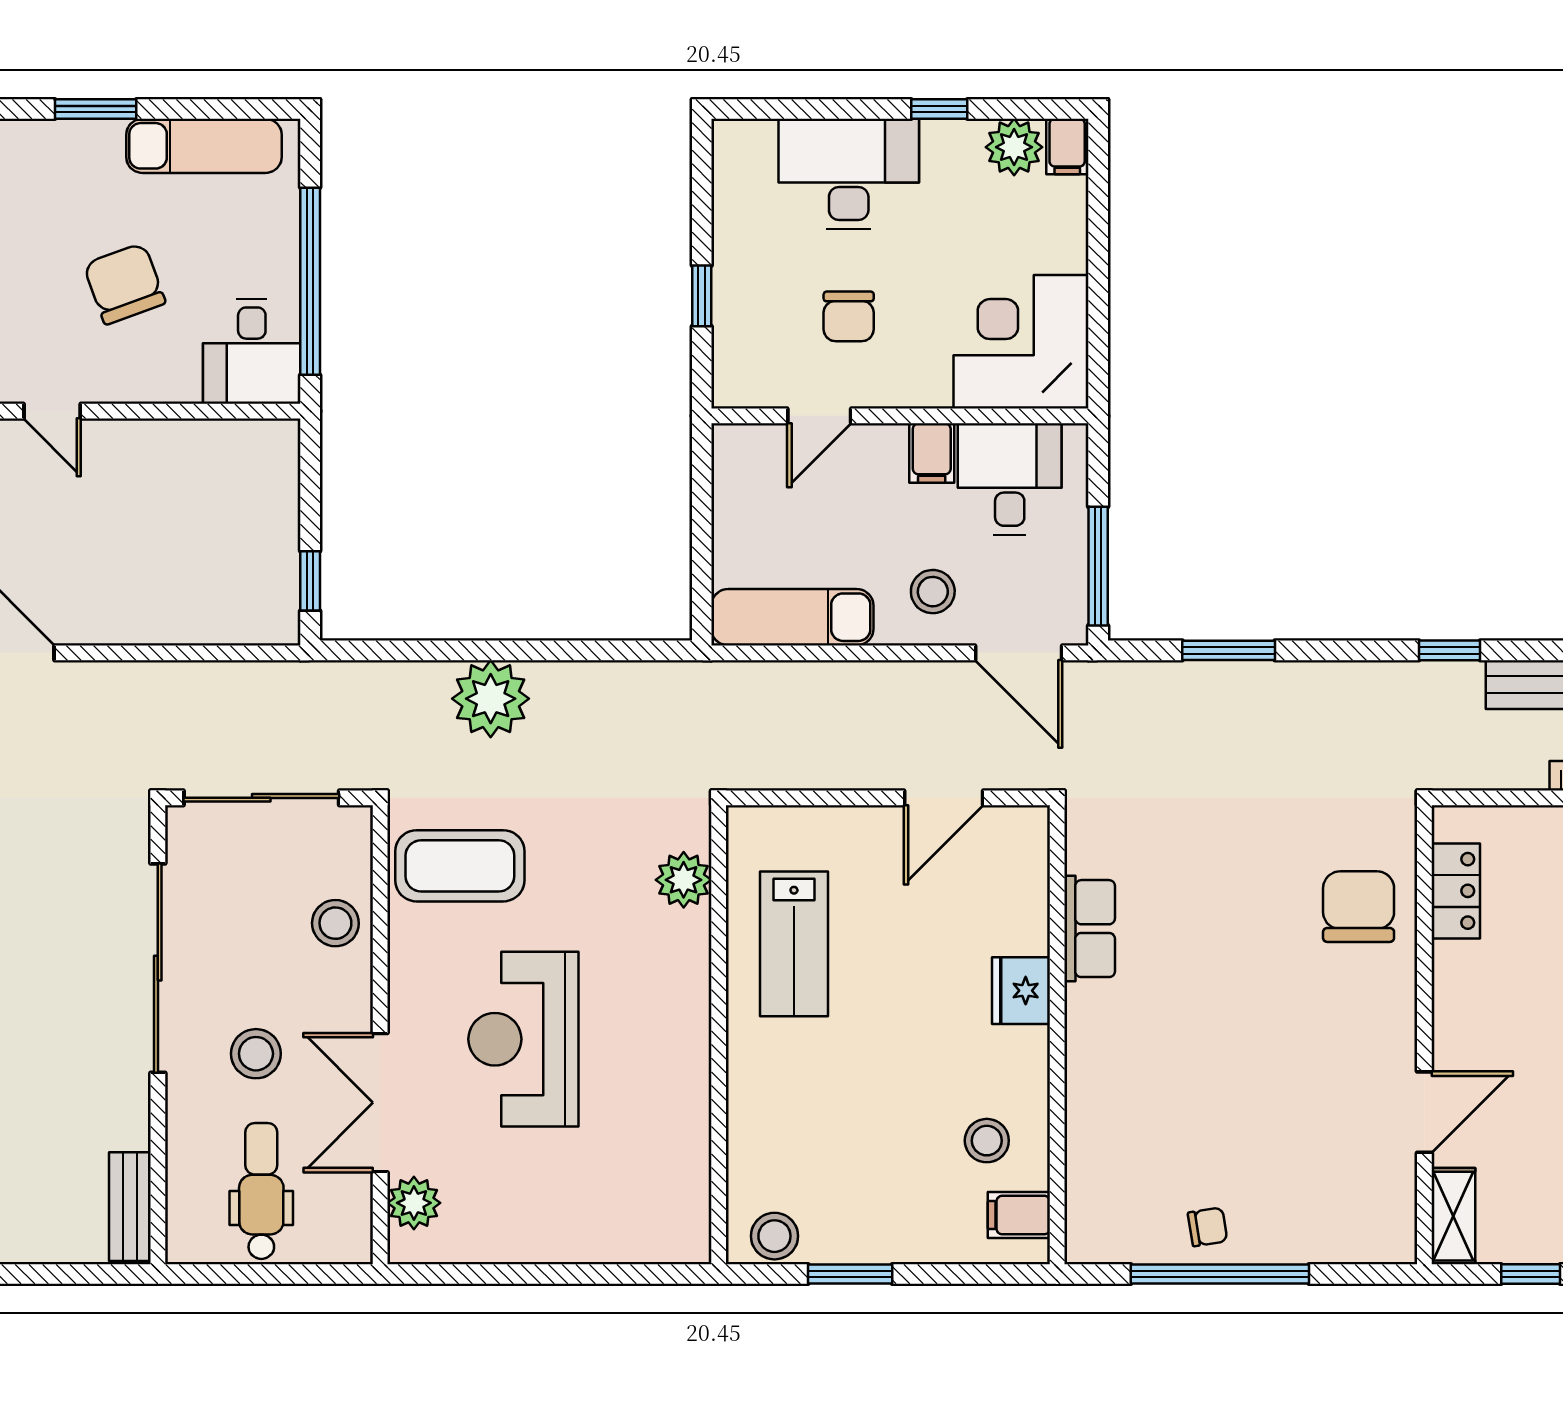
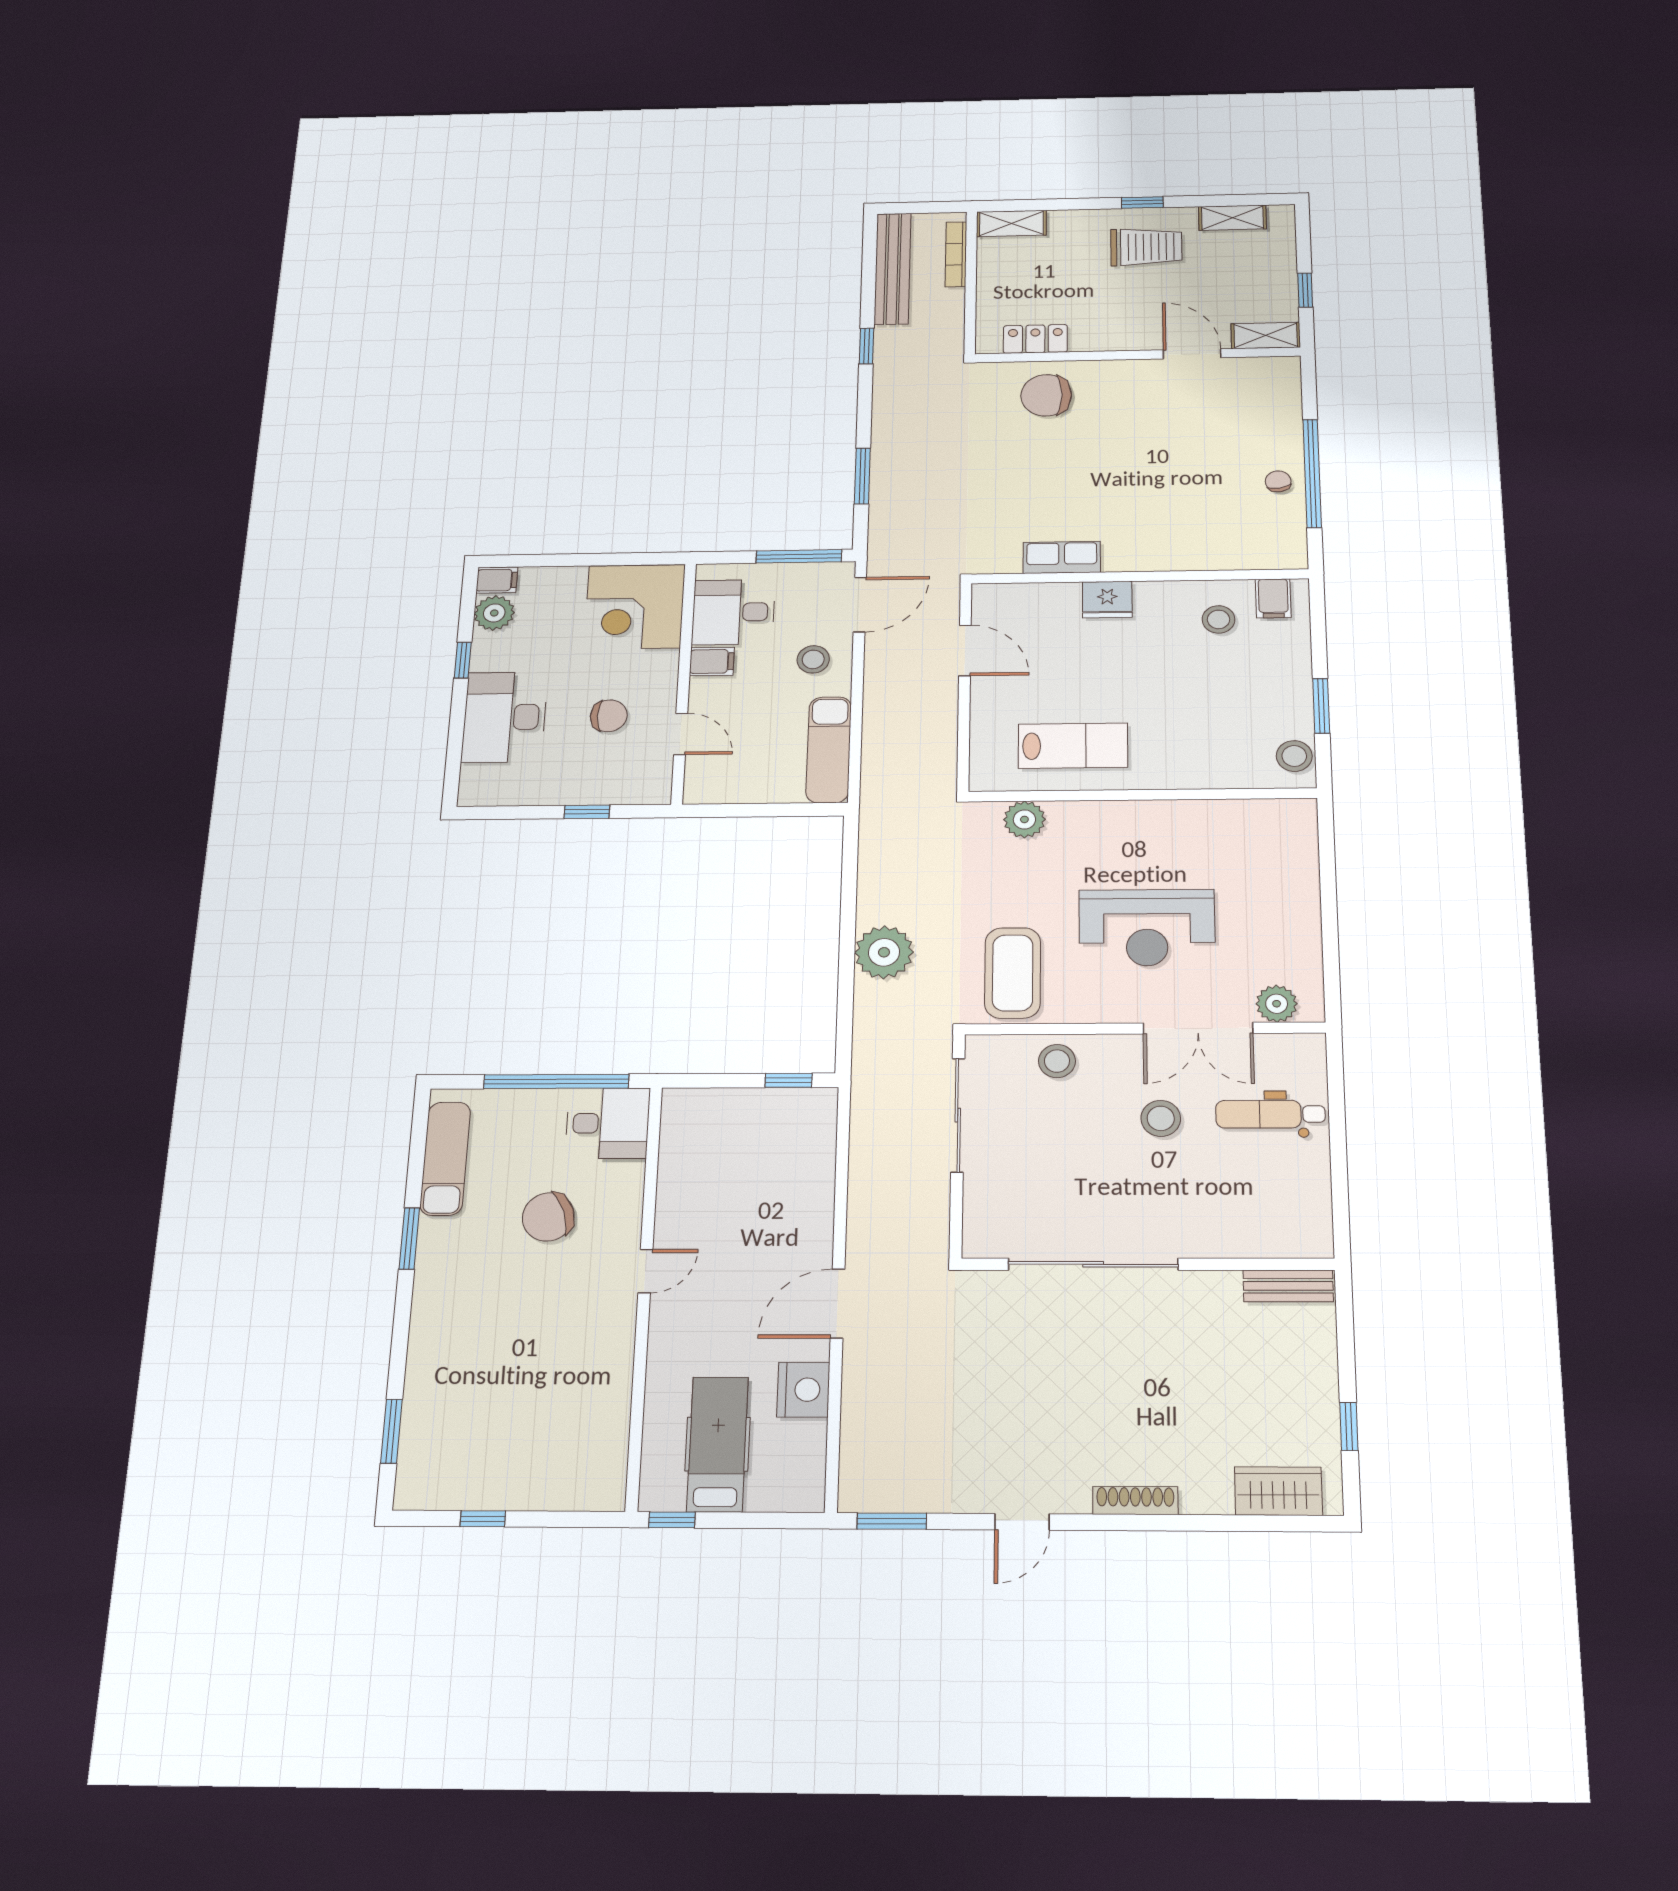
sliding door: (158, 968) -> (1093, 1264), moved
wall: (158, 1035) -> (1147, 1264), moved
bench: (130, 1207) -> (1288, 1286), moved

